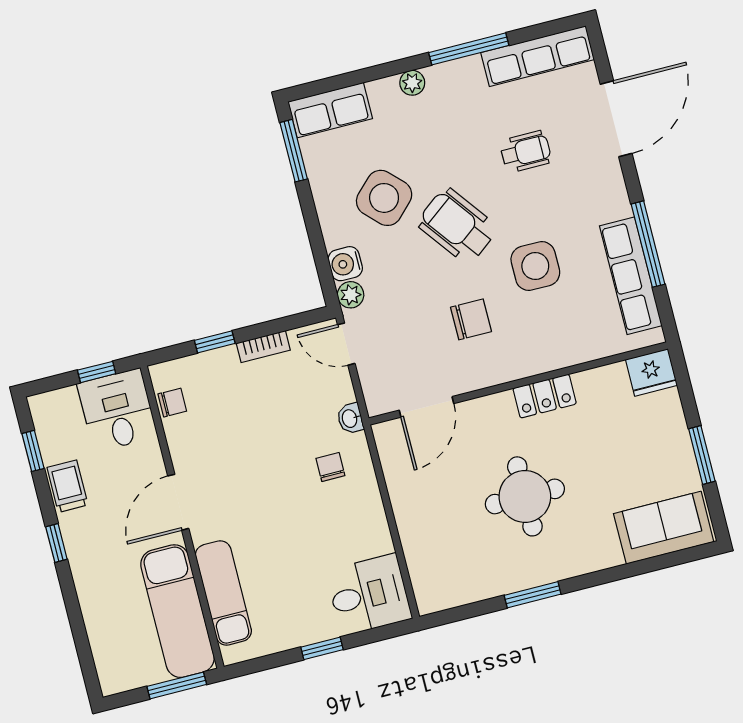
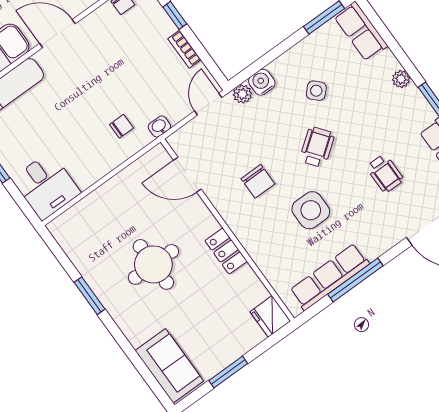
side table: (384, 198) -> (316, 91), width x0.54, depth x0.54
wheelchair: (457, 226) -> (317, 147), width x0.73, depth x0.73

